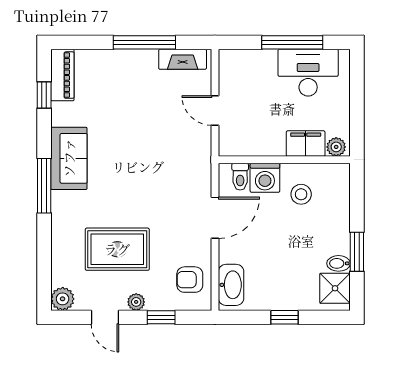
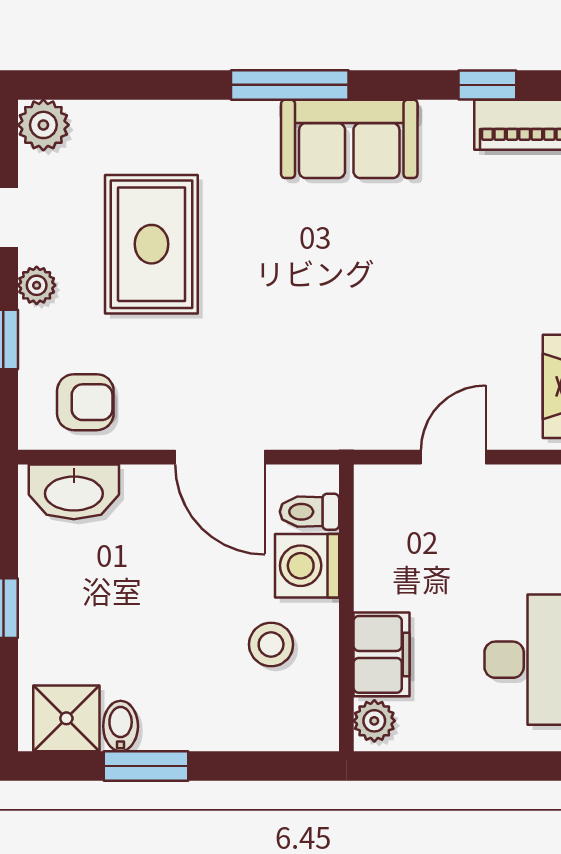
armchair: (190, 280) -> (85, 402), turned 90

